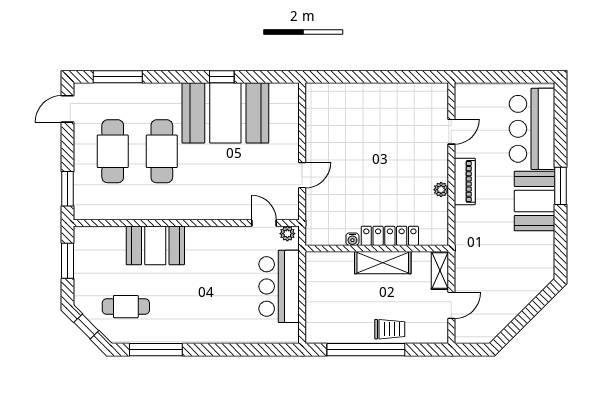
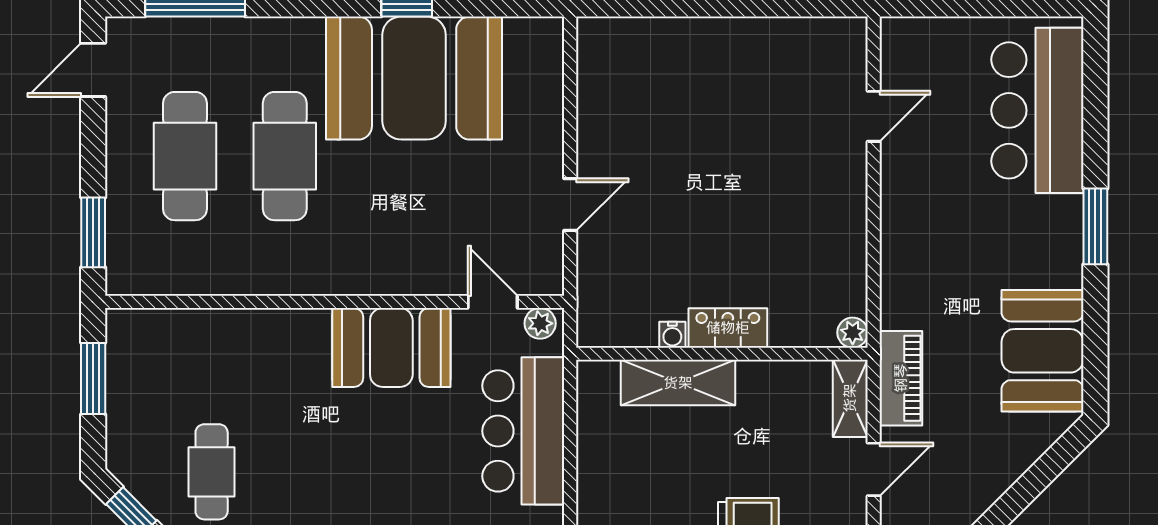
piano: (465, 181) -> (901, 378), moved
plant: (441, 190) -> (853, 333), moved
booth: (534, 201) -> (1042, 351), moved
locker: (390, 236) -> (728, 328), width x0.66
booth: (155, 245) -> (391, 347), moved
shelving: (383, 263) -> (678, 383), moved
cafe table: (126, 307) -> (212, 472), turned 90

